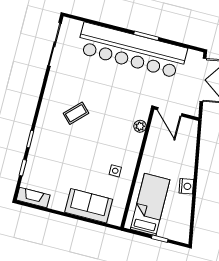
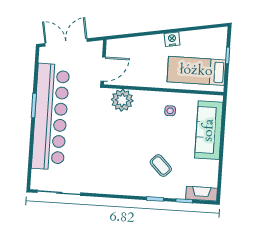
coffee table: (76, 113) -> (161, 166), moved
plant: (140, 126) -> (122, 100), width x1.88, depth x1.88
fireplace: (33, 197) -> (202, 194), moved, turned 90
sofa: (89, 206) -> (209, 130), width x1.36

